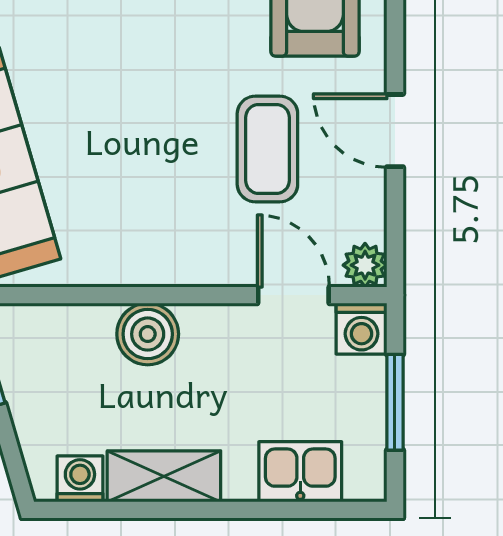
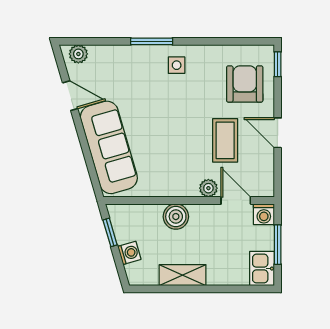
plant: (365, 265) -> (208, 188), moved
kitchen sink: (300, 472) -> (262, 269), moved, turned -90
washing machine: (80, 479) -> (129, 253), moved, turned 74

